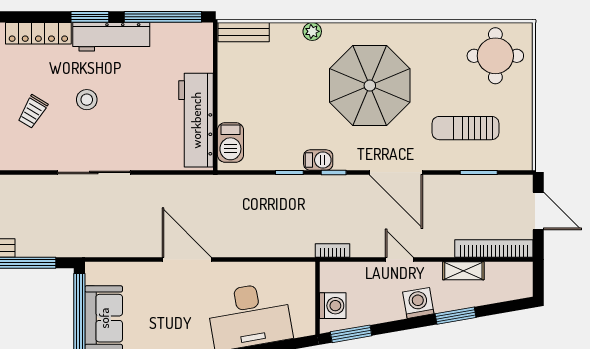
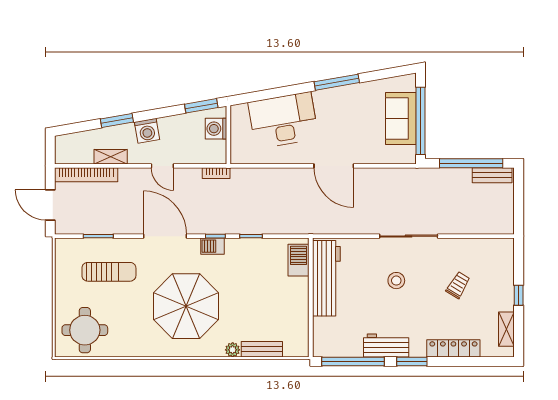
bench: (244, 32) -> (262, 349), moved
workbench: (111, 37) -> (386, 345), width x0.73
stool: (87, 100) -> (396, 281), moved
barbecue: (318, 160) -> (212, 246), moved

